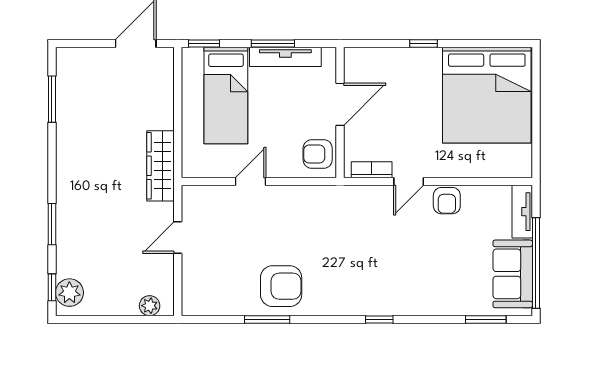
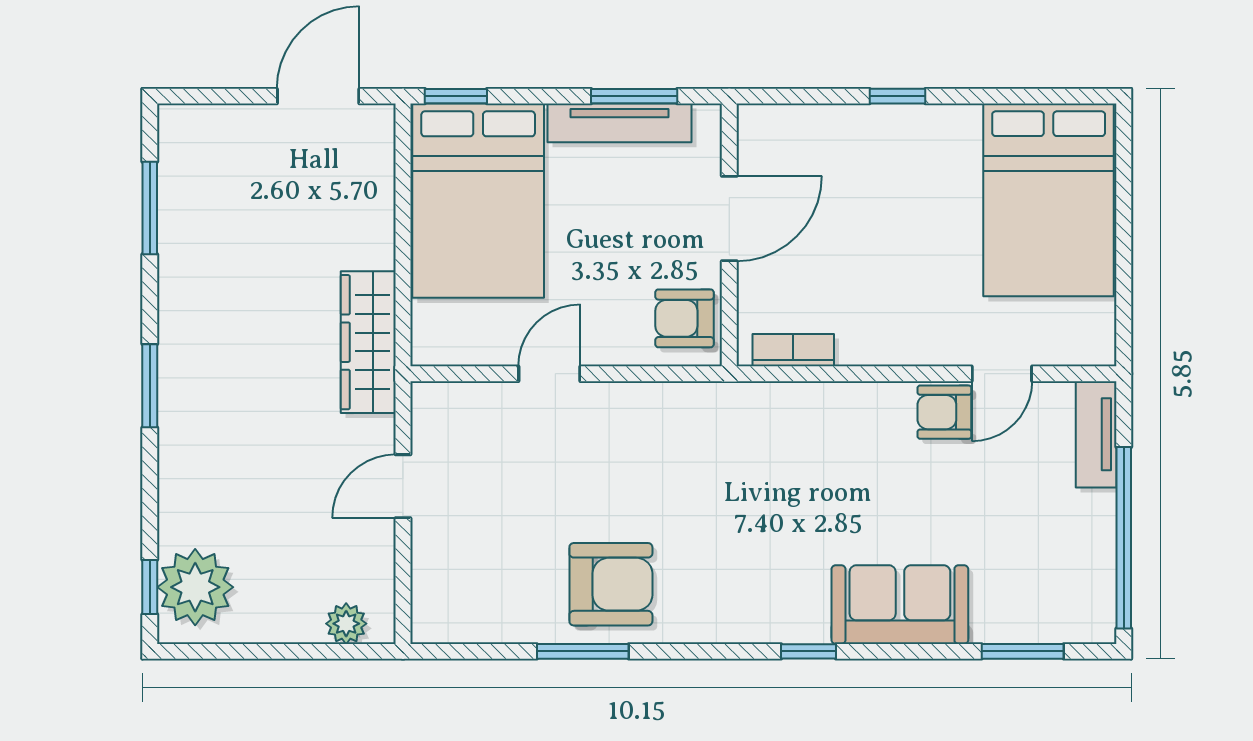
window: (273, 44) -> (634, 96), moved
bed: (487, 95) -> (1049, 200), width x0.73
bed: (226, 96) -> (478, 201), width x1.50
door: (409, 182) -> (1002, 374), moved
armchair: (447, 201) -> (944, 412), turned 90
window: (52, 224) -> (150, 386), moved
sofa: (513, 274) -> (900, 605), moved, turned 90
plant: (69, 293) -> (195, 587), width x1.36, depth x1.36

